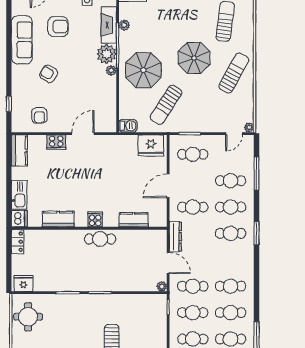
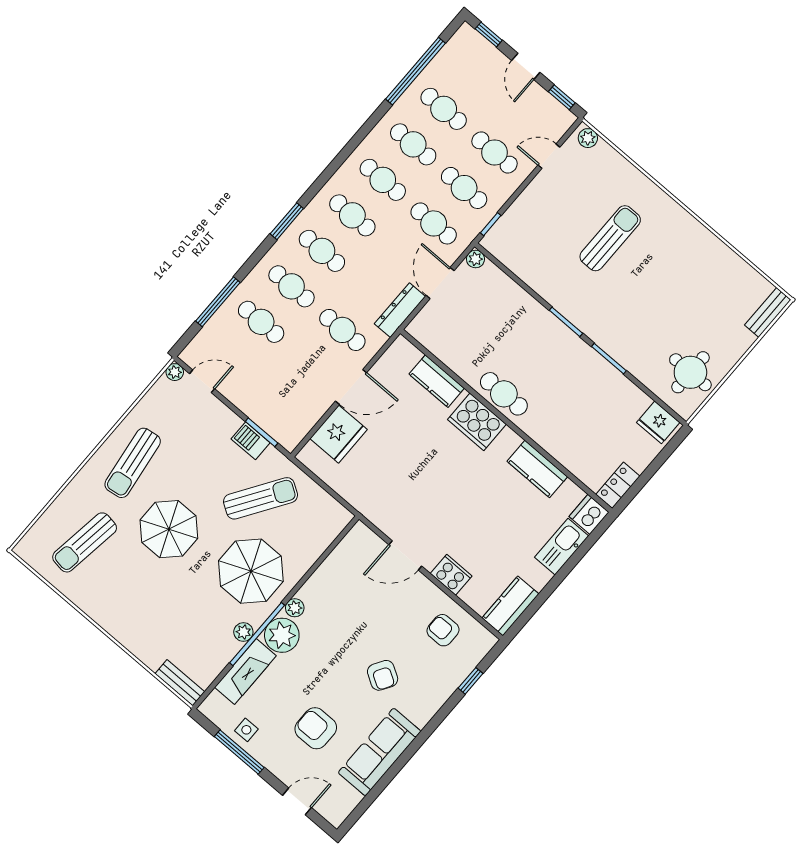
plant: (124, 25) -> (243, 632), moved
sun lounger: (234, 73) -> (133, 463), turned -37
armchair: (39, 115) -> (443, 630), turned -88
barbecue: (128, 126) -> (251, 441), moved
fridge: (151, 145) -> (339, 434), moved, turned 90
cafe table: (193, 154) -> (352, 215), moved
cooker: (95, 219) -> (477, 422), width x1.87, depth x1.31

